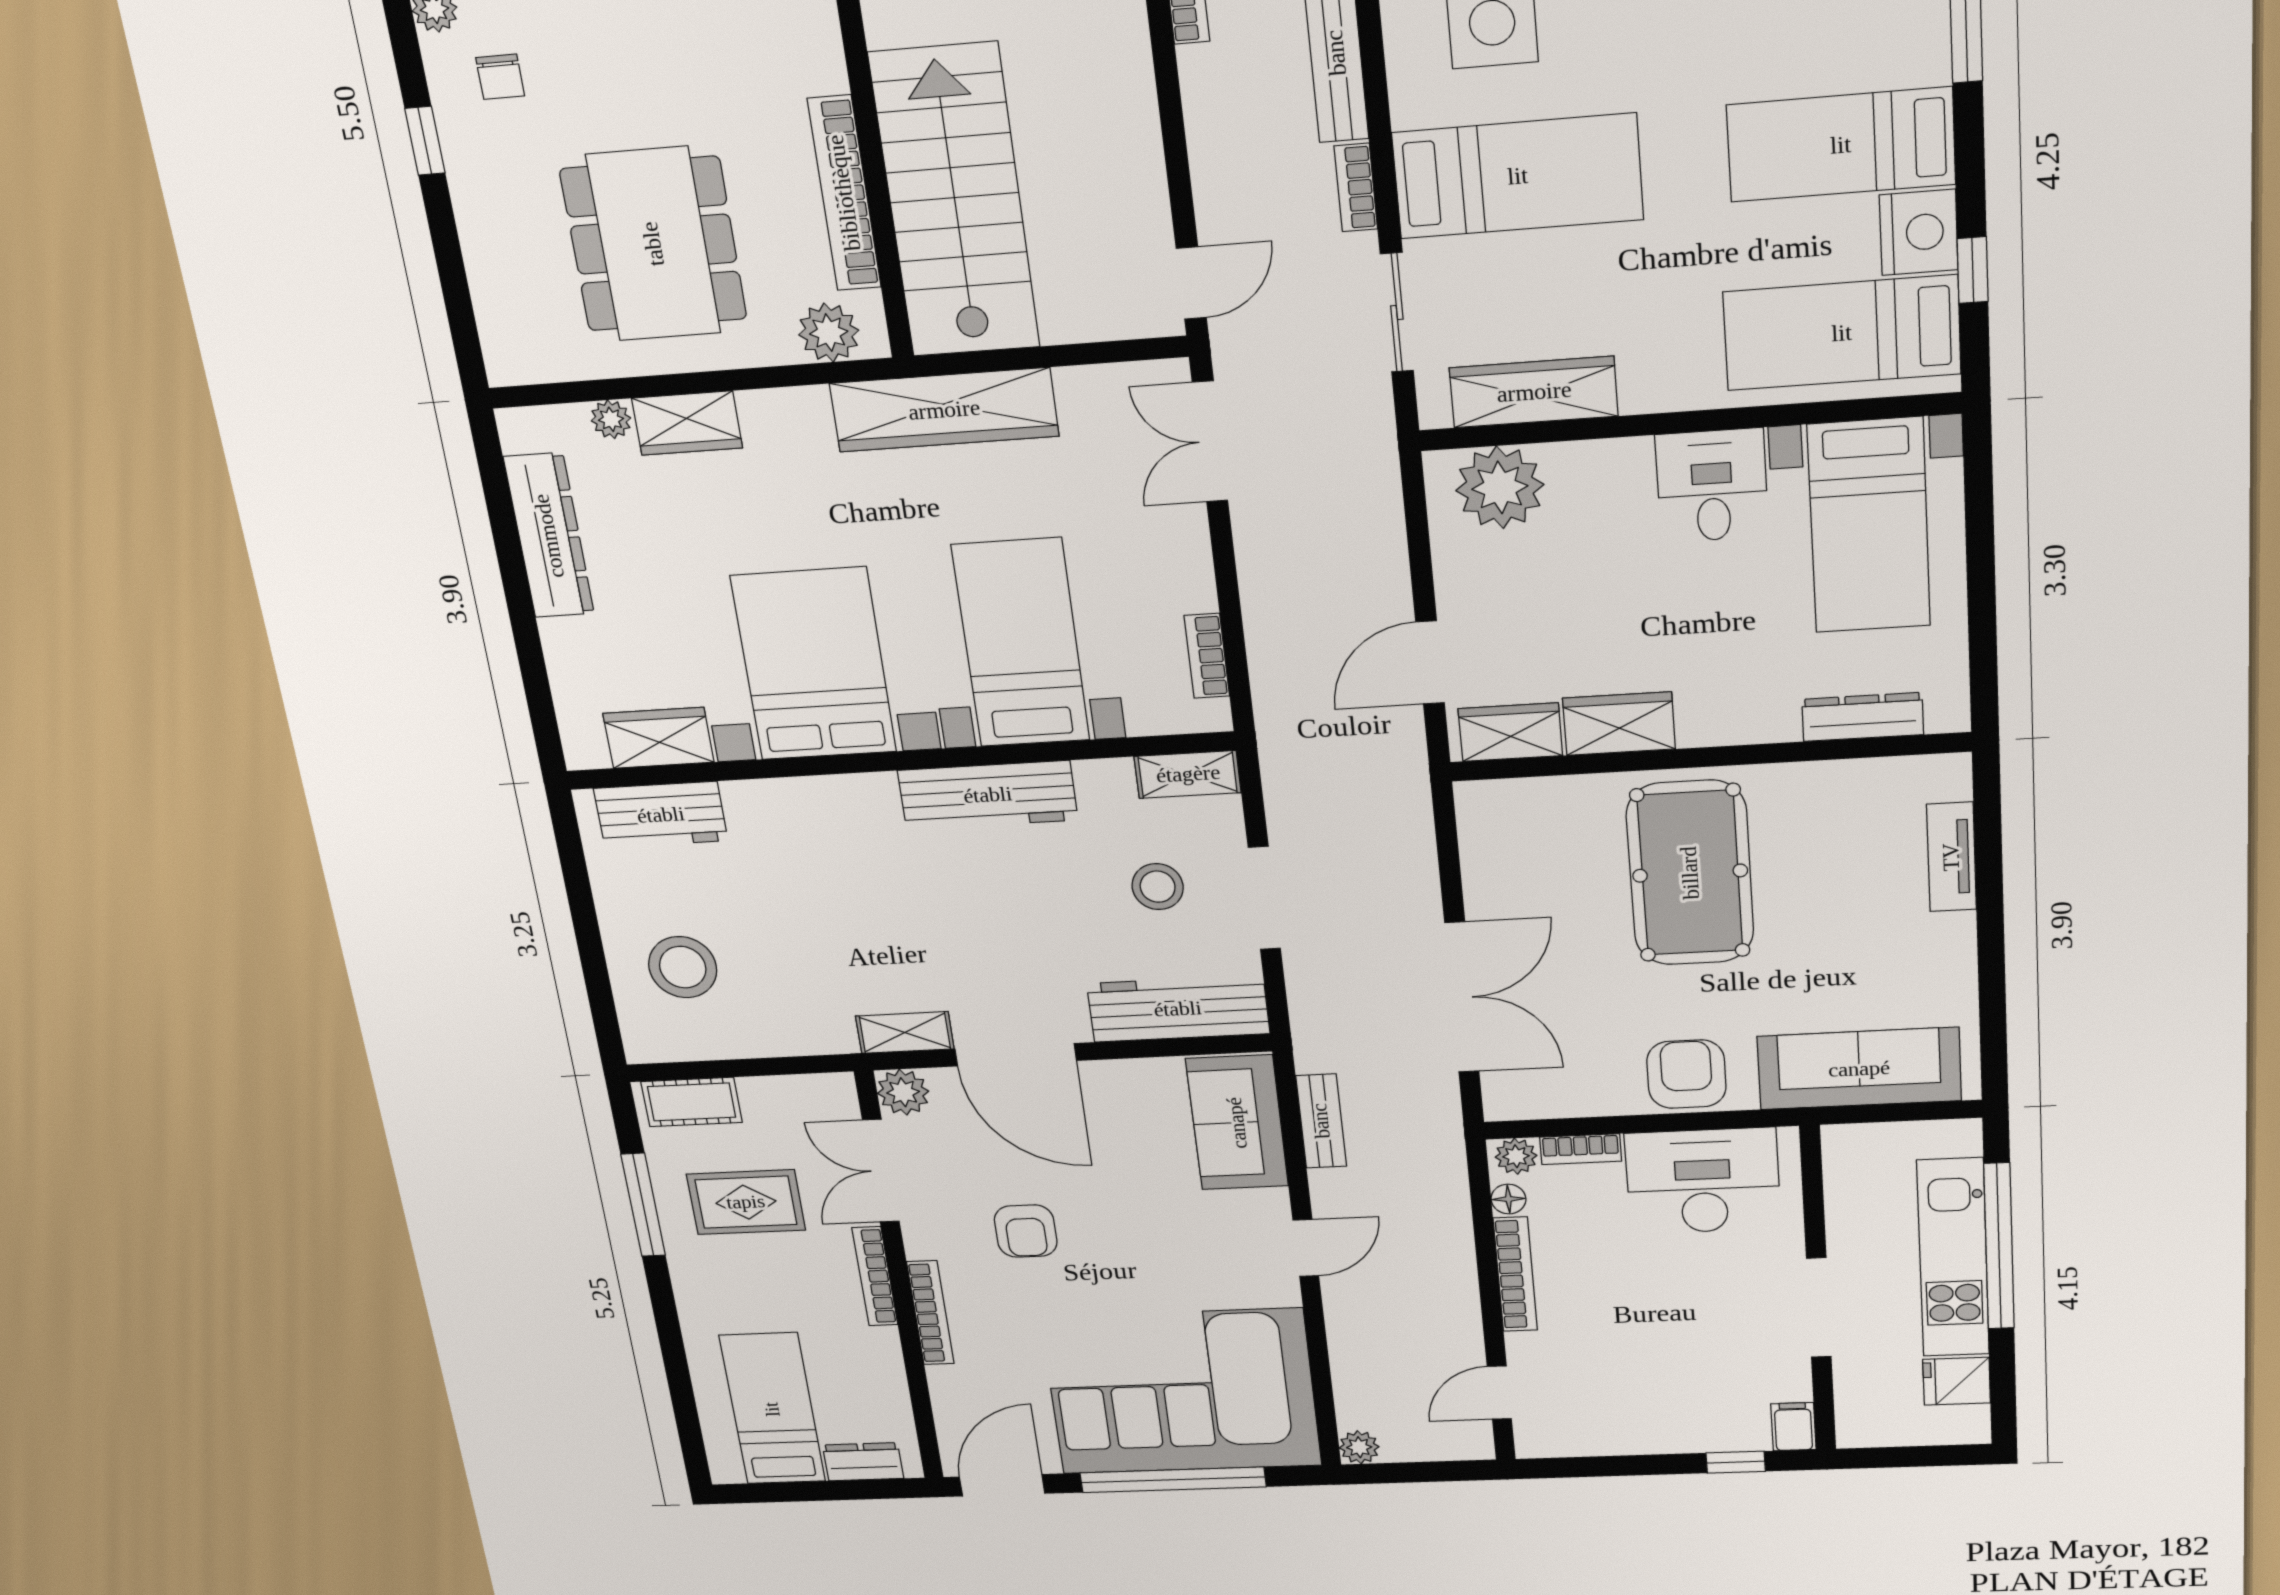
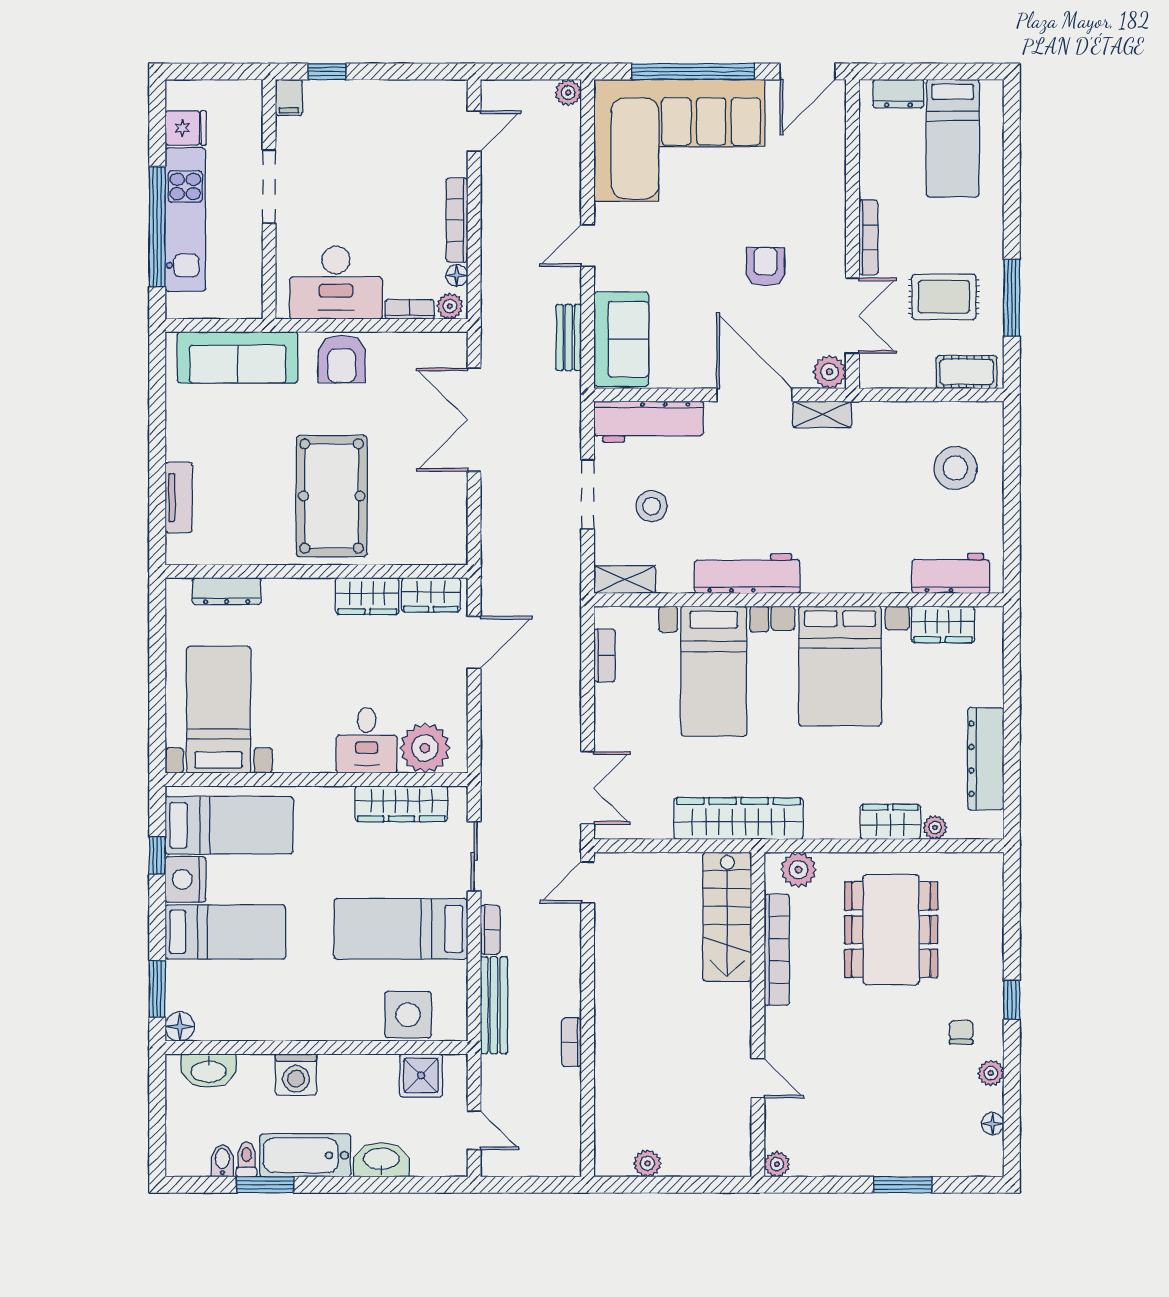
stairs: (955, 201) -> (727, 917), width x0.73, depth x0.66
desk: (1712, 486) -> (367, 740), moved
bookcase: (930, 1313) -> (836, 208), removed

